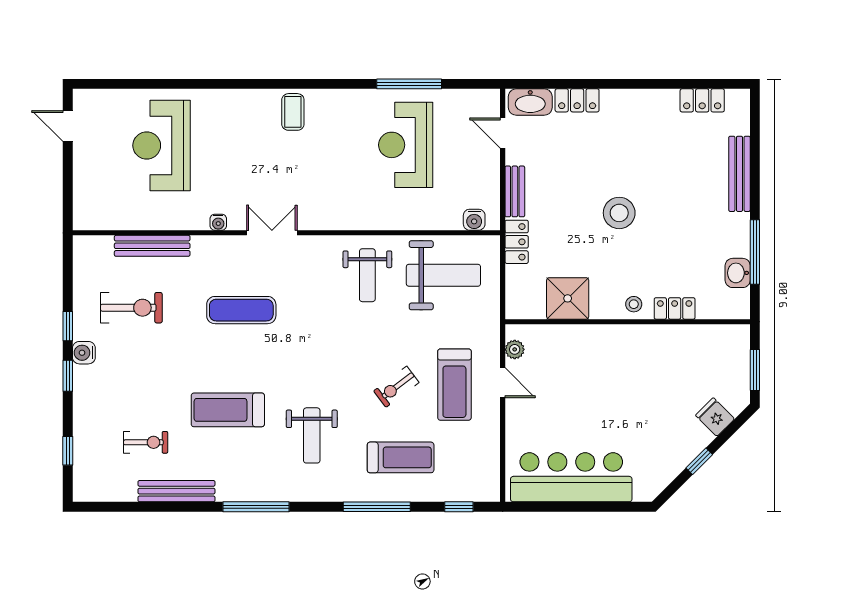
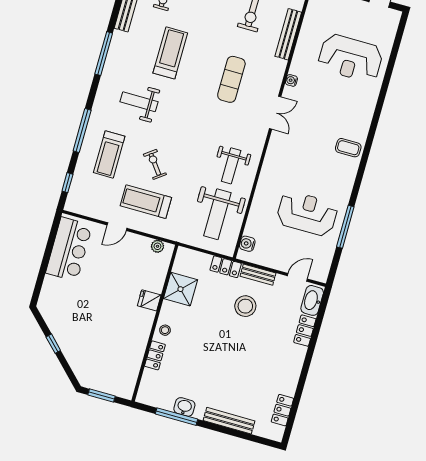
reception desk: (162, 145) -> (350, 58), turned 180
stool: (619, 213) -> (245, 306), moved
washbasin: (738, 273) -> (184, 407), moved
weight bench: (367, 275) -> (231, 166), turned -90
door: (503, 383) -> (117, 227), moved
fridge: (715, 417) -> (149, 300), moved, turned -135
bar counter: (571, 477) -> (69, 249), width x0.73

